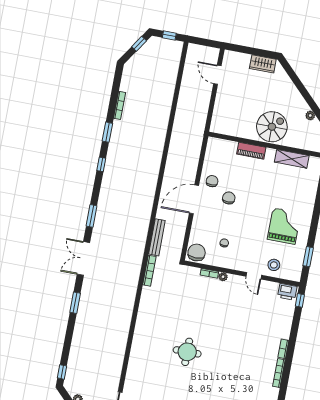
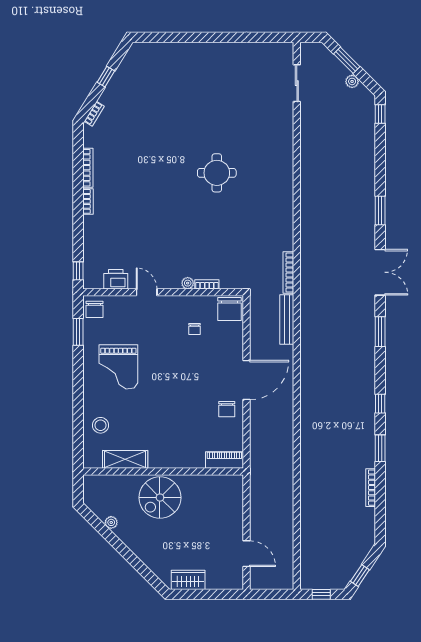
piano: (251, 151) -> (224, 460), moved
chair: (229, 198) -> (95, 309), moved
stool: (274, 265) -> (101, 425), moved
printer: (287, 292) -> (116, 279), moved

